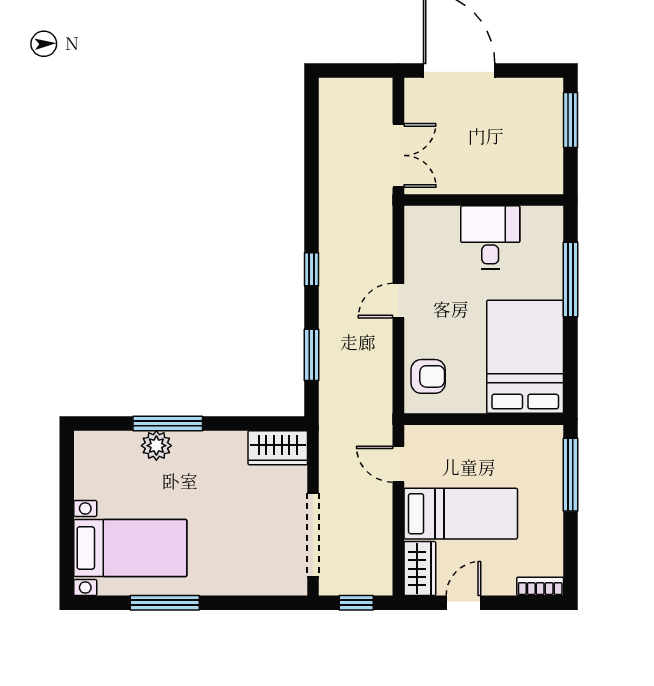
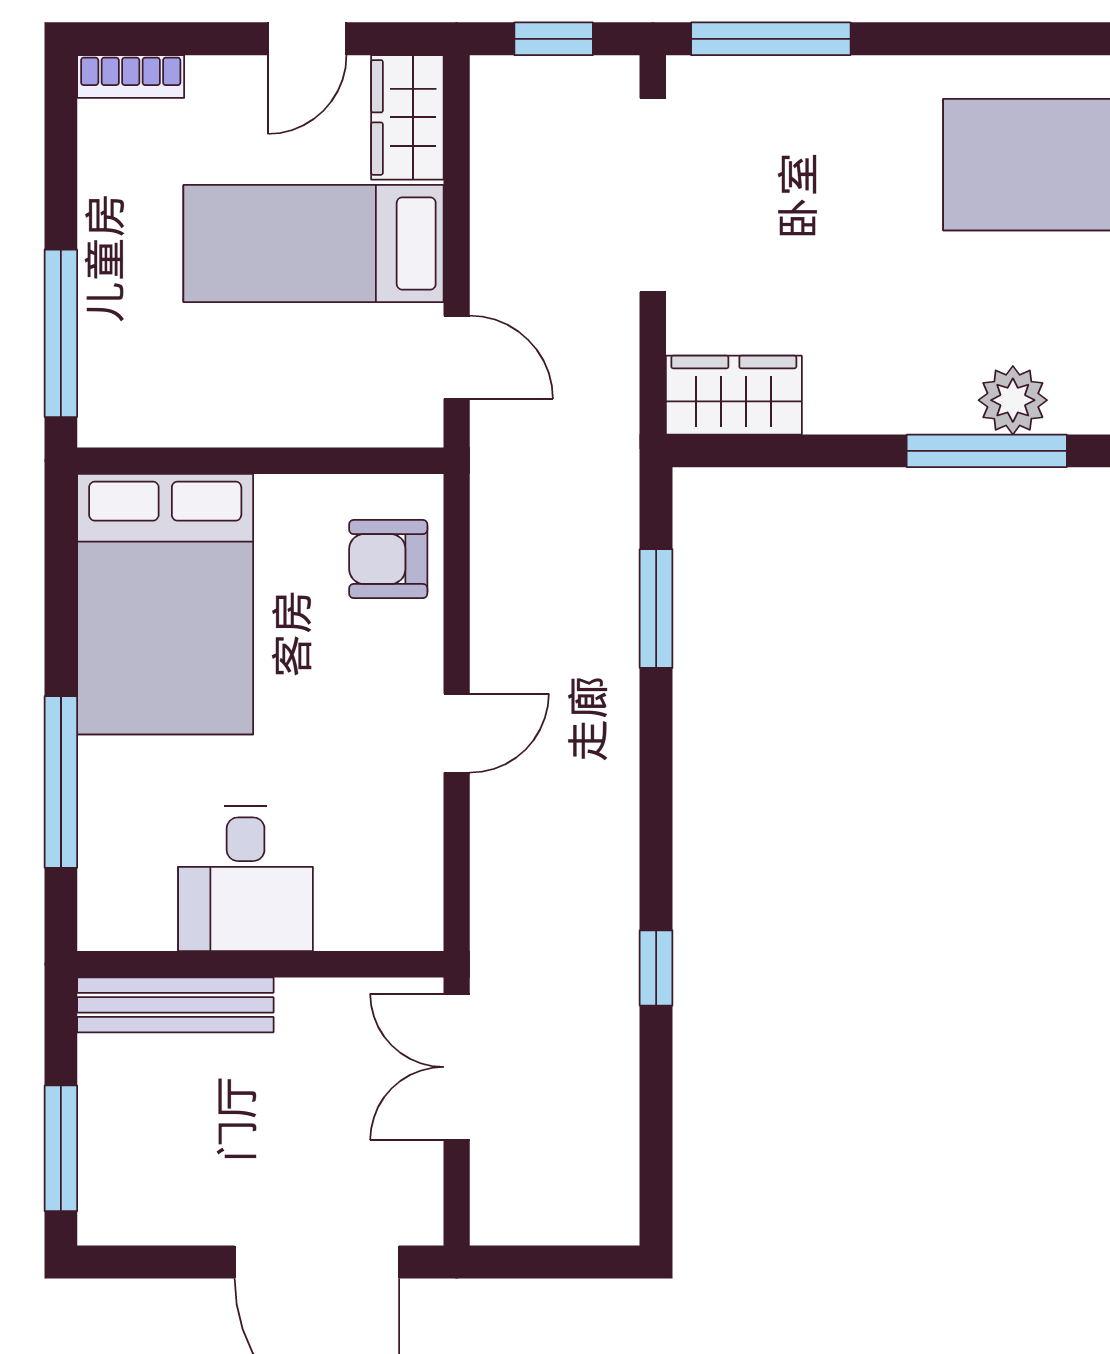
bench: (521, 182) -> (175, 1005), added
window: (312, 269) -> (656, 968), moved
window: (165, 603) -> (771, 39), moved

